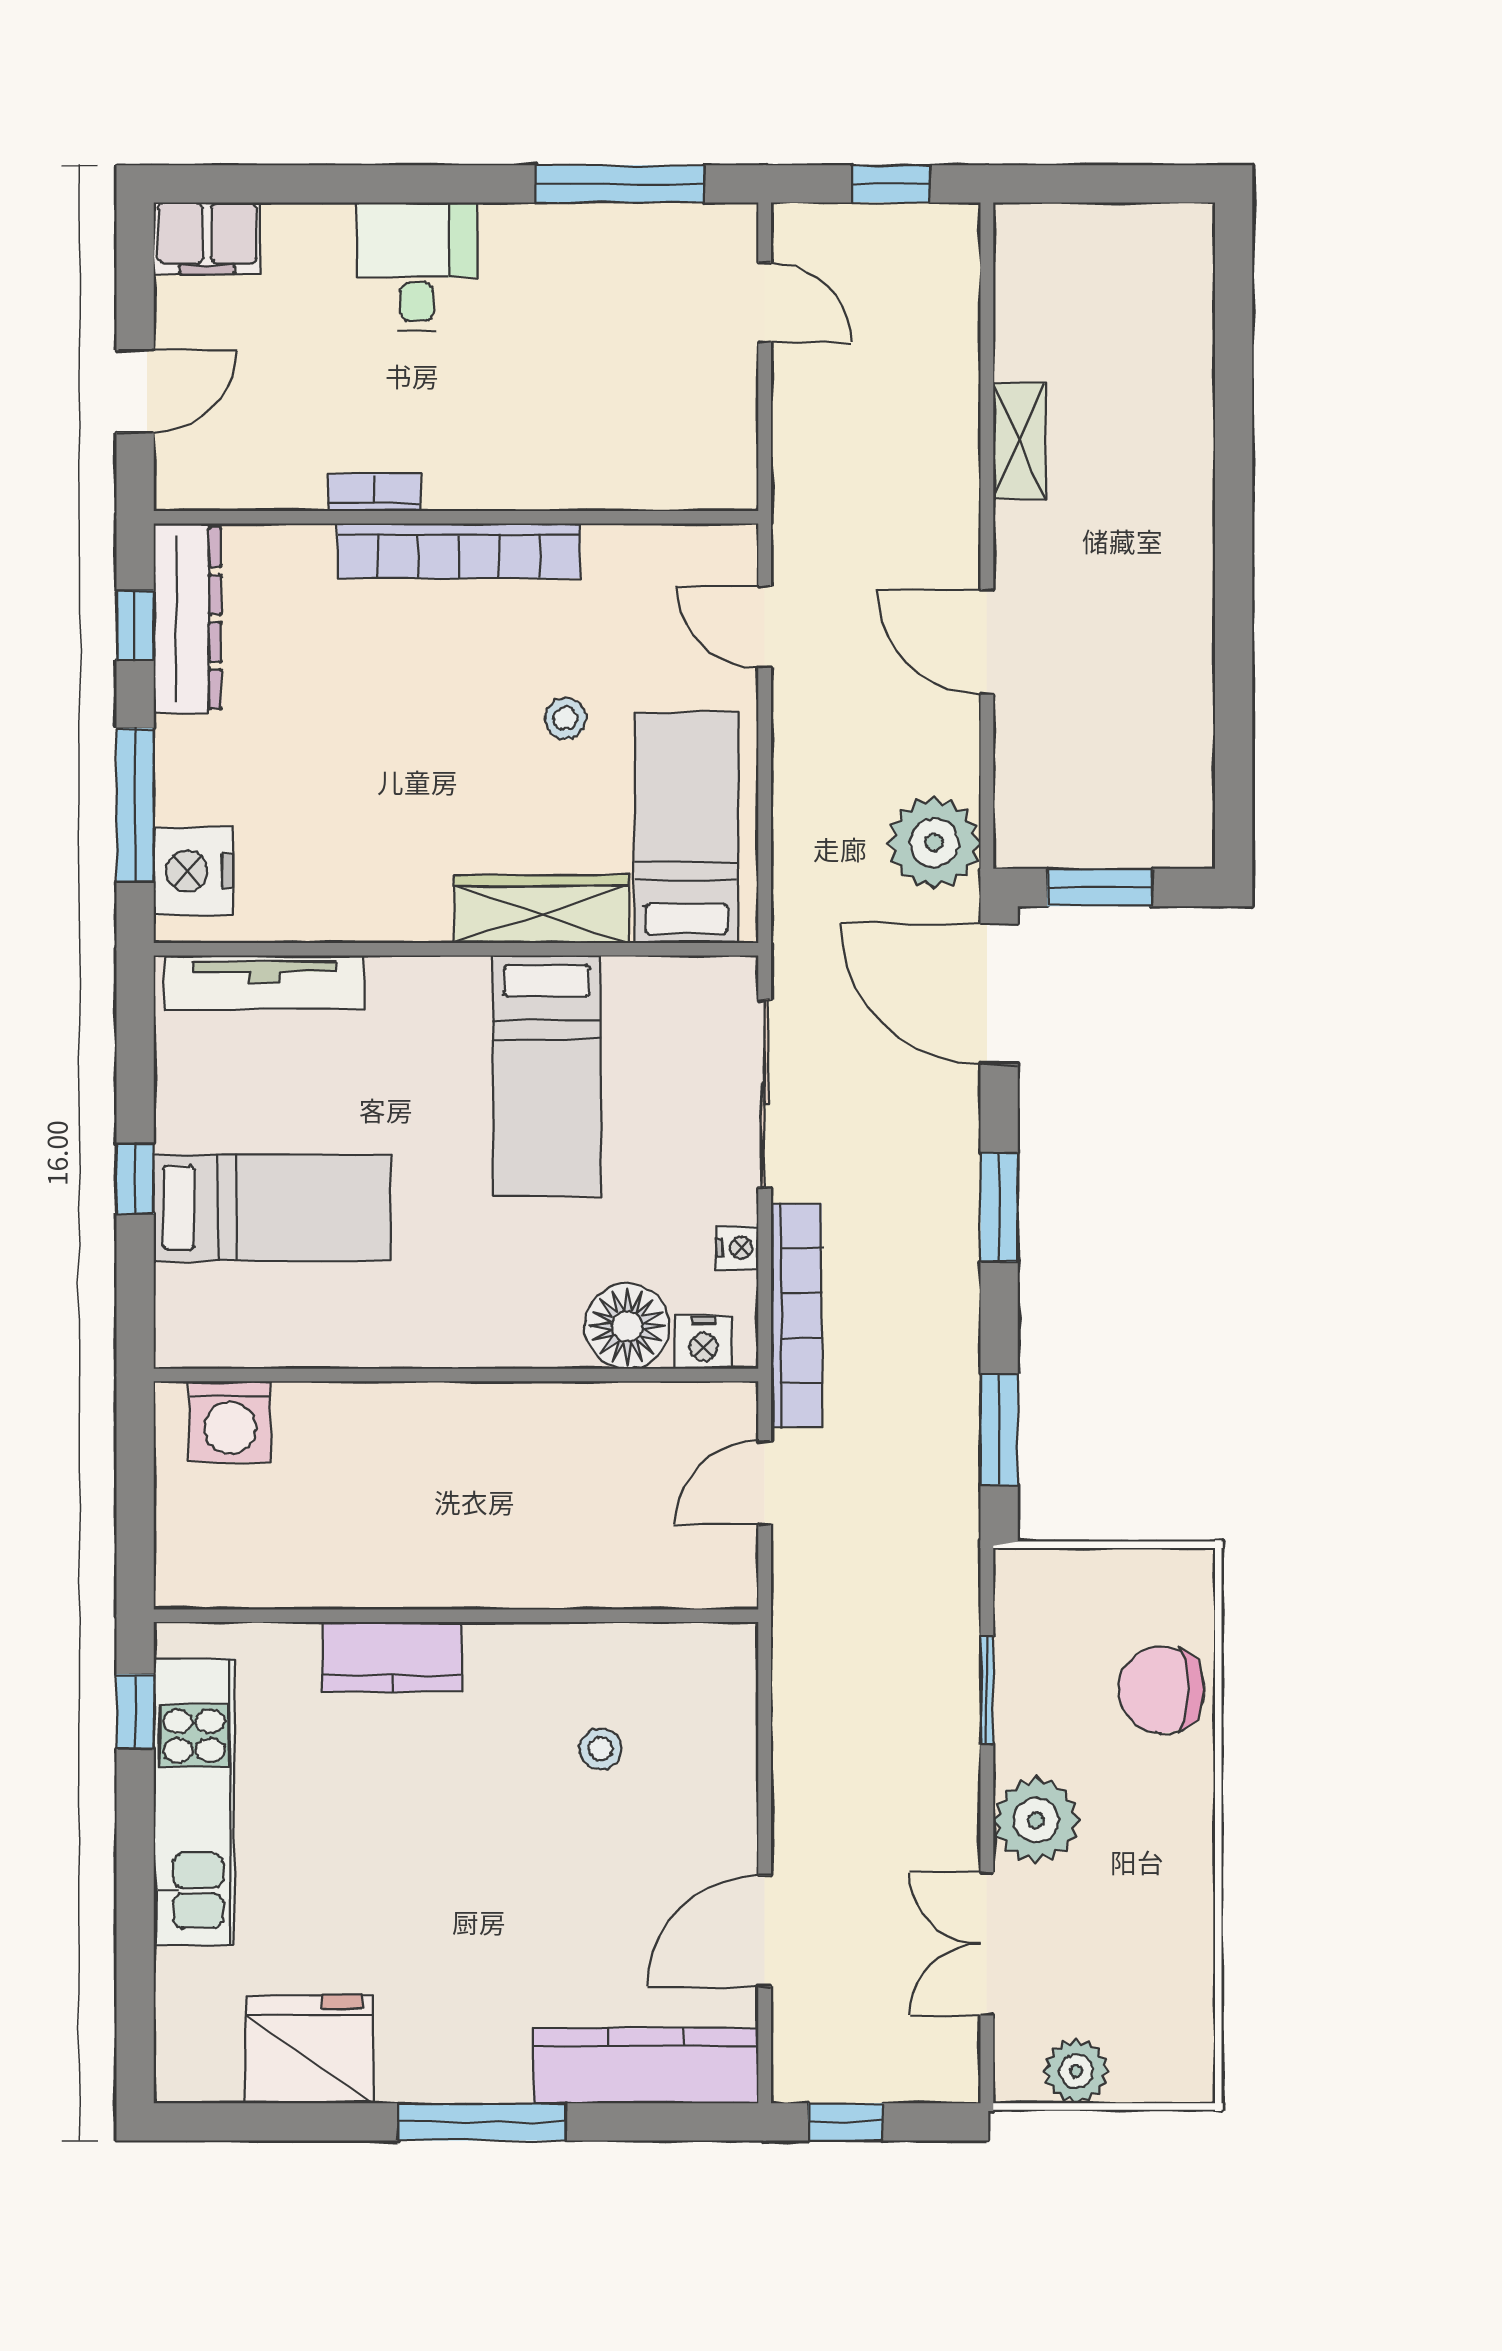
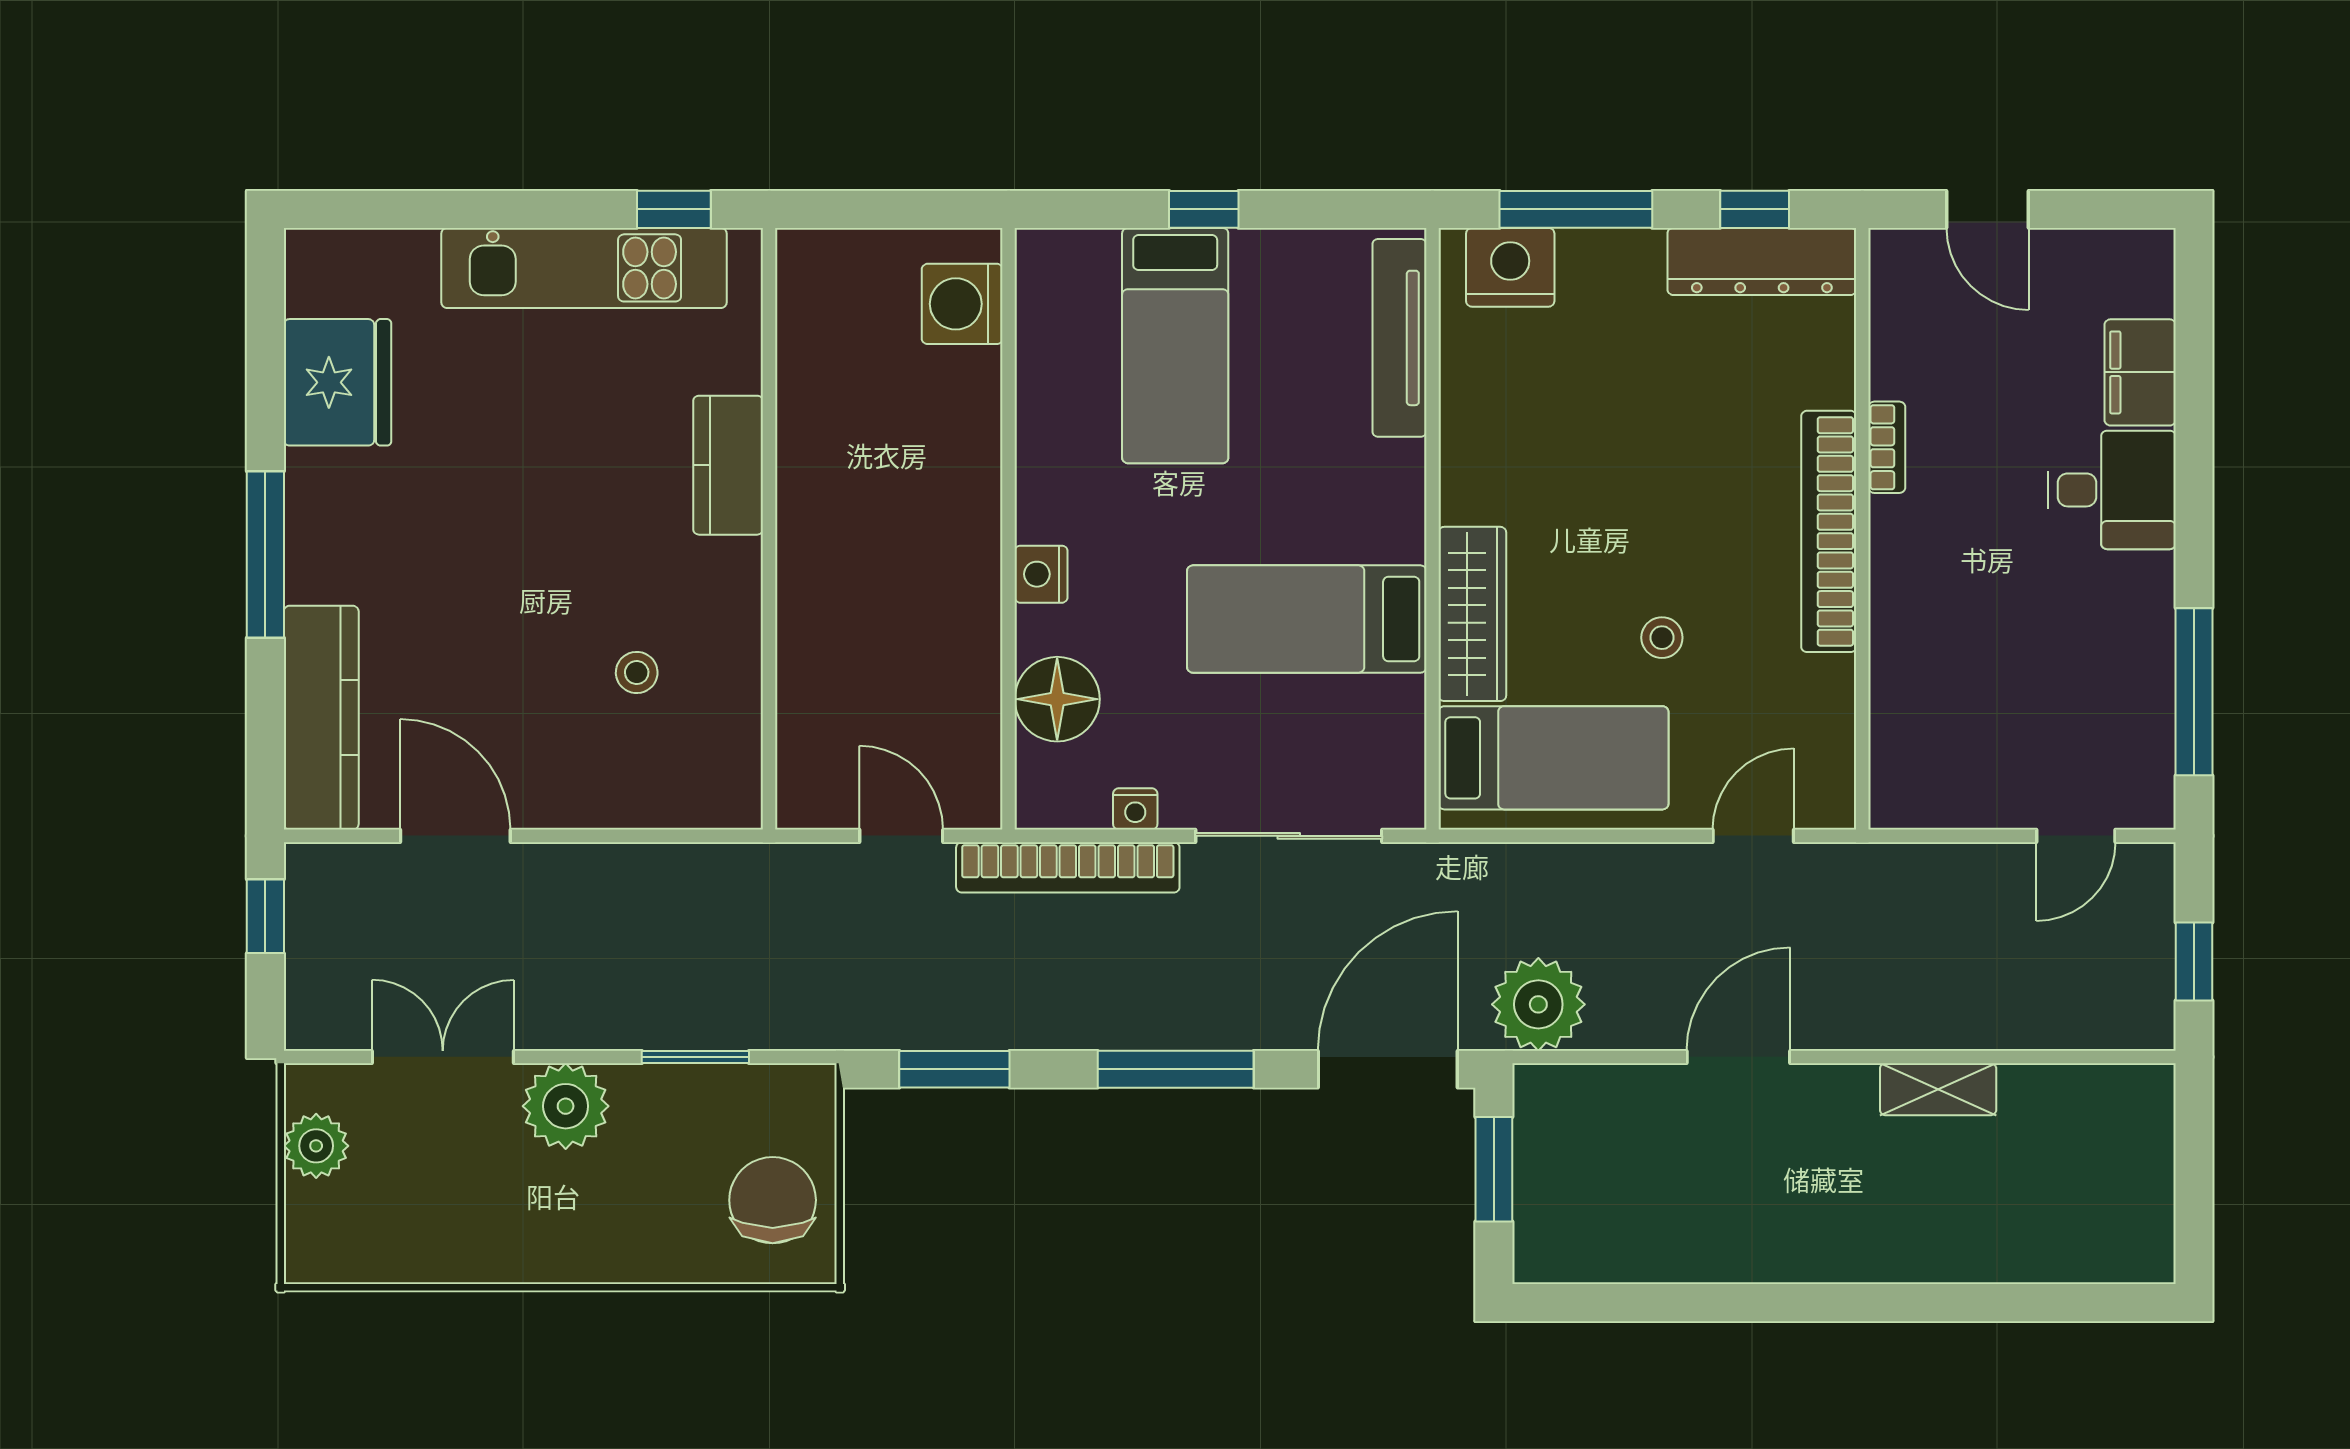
filing cabinet: (207, 238) -> (2140, 372), moved
window: (999, 1207) -> (1176, 1069), width x1.44
nightstand: (704, 1342) -> (1041, 574), moved
chair: (1162, 1690) -> (773, 1200), moved

